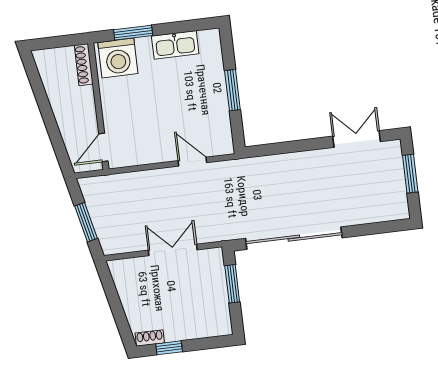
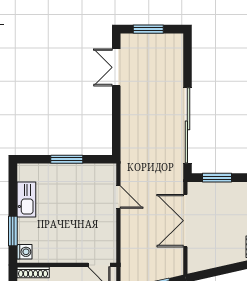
washing machine: (118, 58) -> (24, 252), width x0.53, depth x0.53
door: (192, 162) -> (118, 197), swing flipped
double door: (173, 250) -> (185, 221), width x1.37

